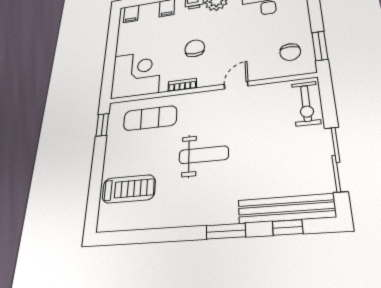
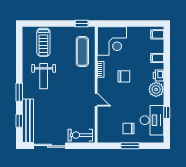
window: (320, 46) -> (130, 146), moved
chair: (290, 52) -> (128, 128), moved
weight bench: (204, 155) -> (44, 76), moved

